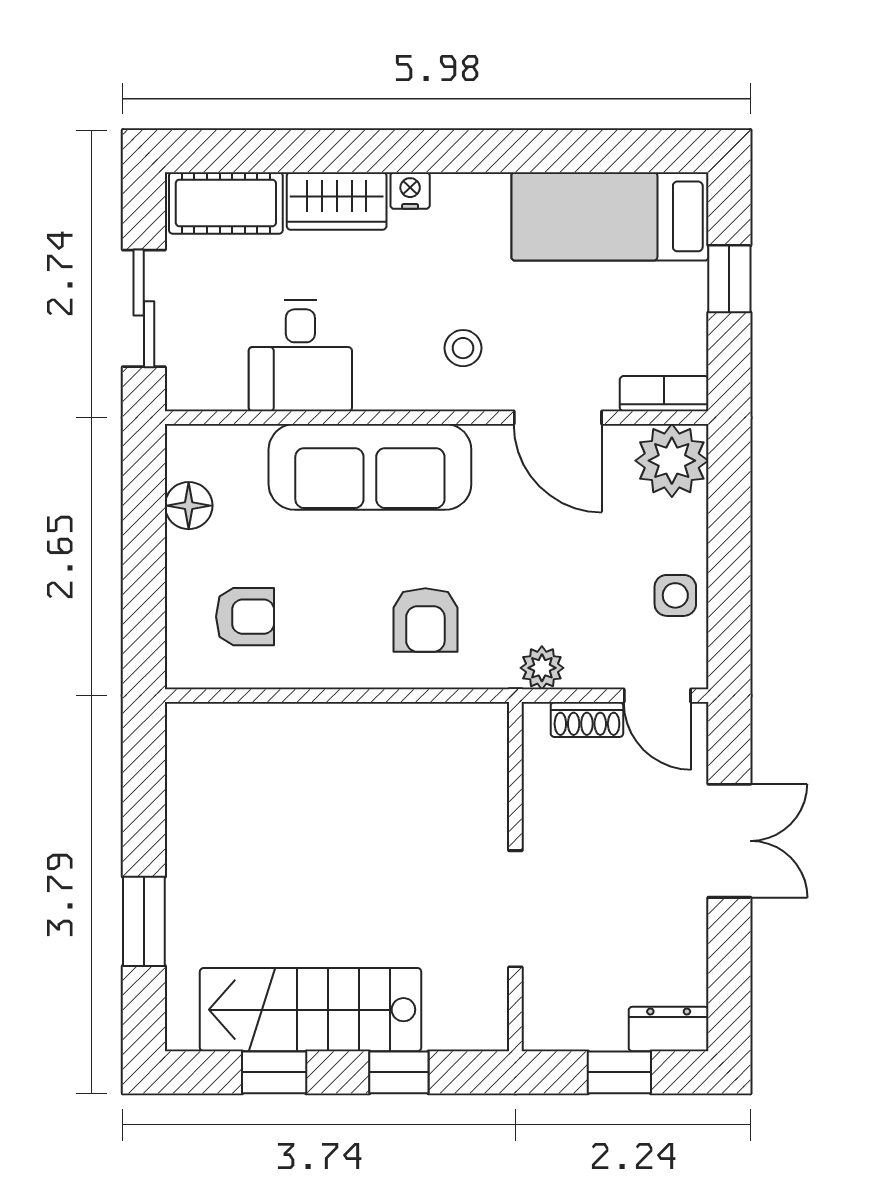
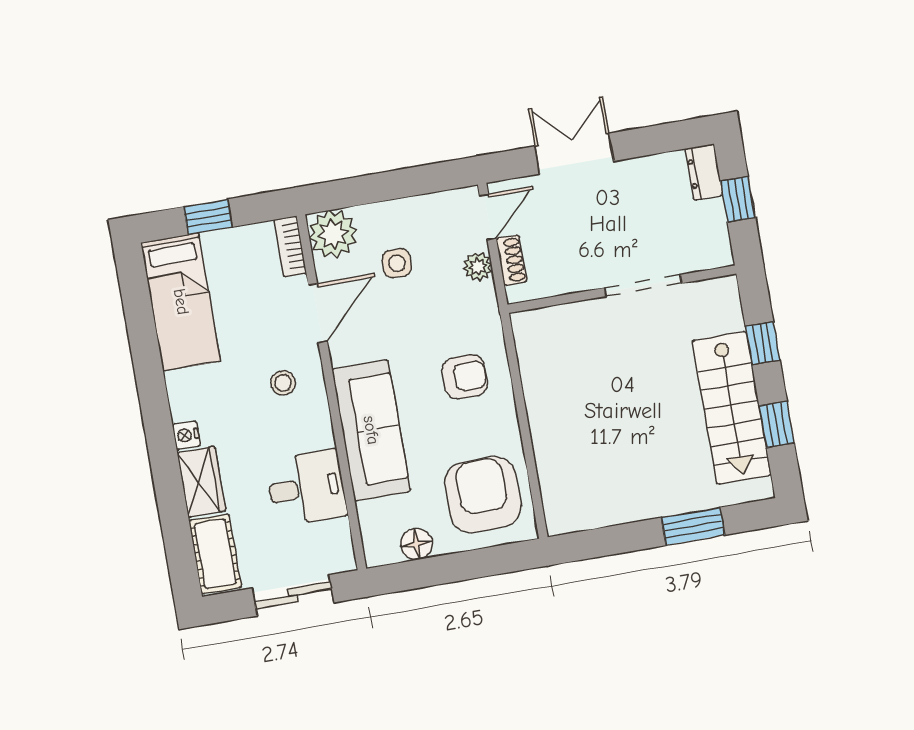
side table: (675, 595) -> (397, 263), moved
armchair: (245, 617) -> (483, 495), width x1.88, depth x1.88
plant: (542, 668) -> (478, 267), moved

